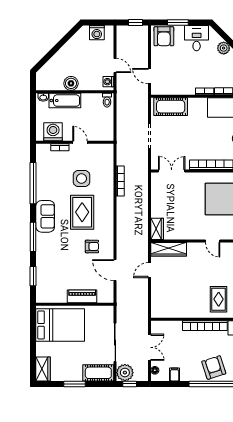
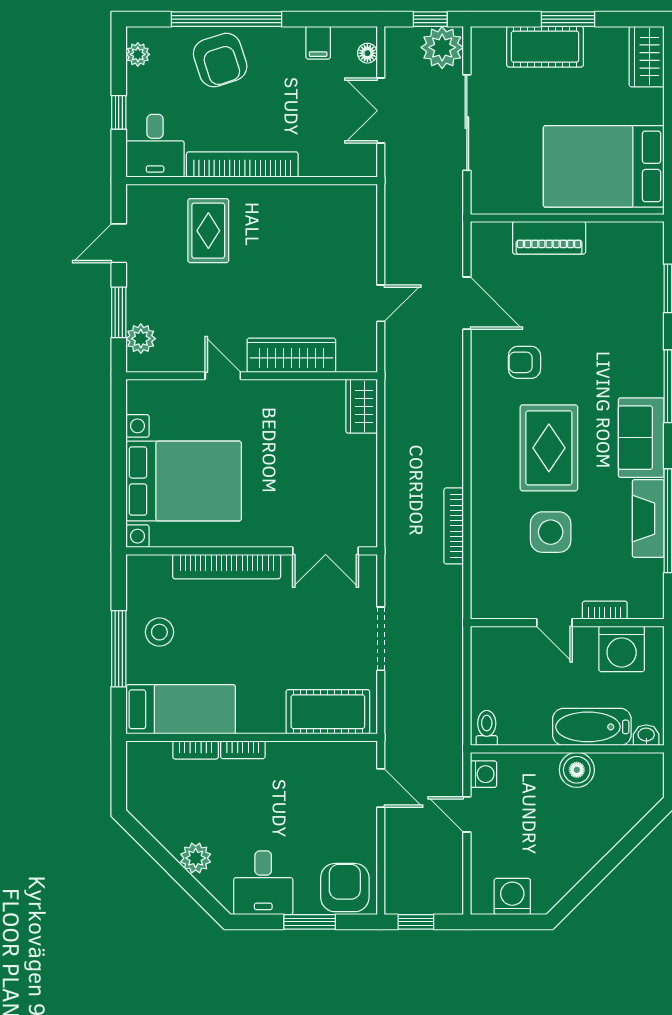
fireplace: (42, 184) -> (648, 519), added
wardrobe: (169, 249) -> (291, 355), moved
cot: (98, 373) -> (545, 47), moved

